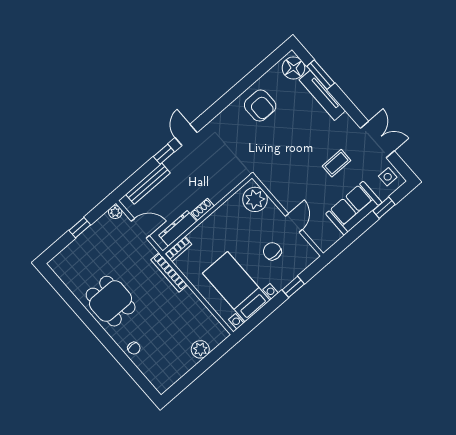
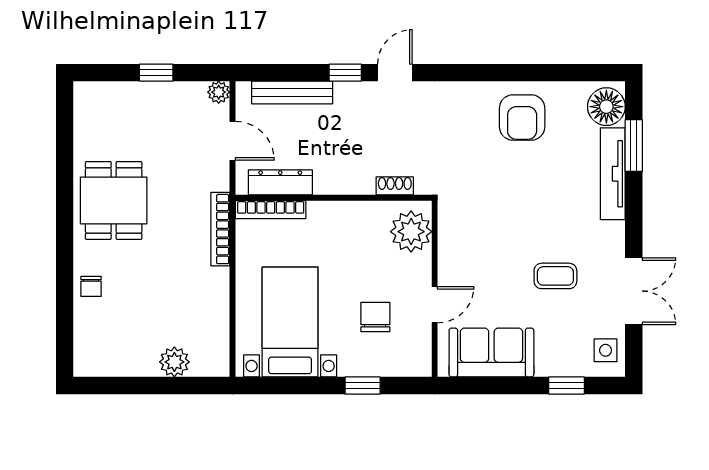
sofa: (354, 208) -> (491, 353), moved
shoe rack: (203, 209) -> (395, 186), moved
bookcase: (178, 249) -> (271, 210), width x1.56

